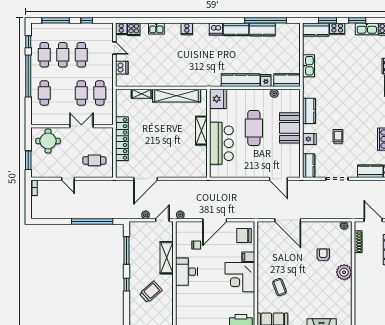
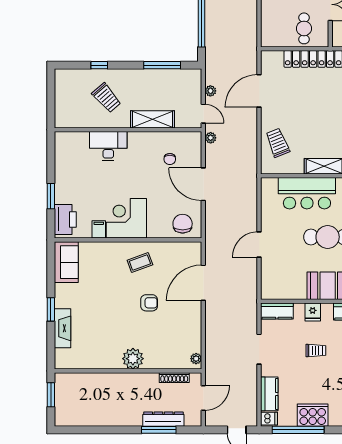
cafe table: (94, 160) -> (304, 28), moved
trolley: (184, 165) -> (278, 143), added
door: (146, 179) -> (259, 91), hinge flipped
door: (278, 179) -> (259, 245), moved
armchair: (323, 255) -> (149, 303), moved
filing cabinet: (248, 257) -> (99, 229), moved
desk: (186, 272) -> (108, 146), moved
window: (126, 285) -> (99, 65), moved
coffee table: (280, 287) -> (140, 262), moved

